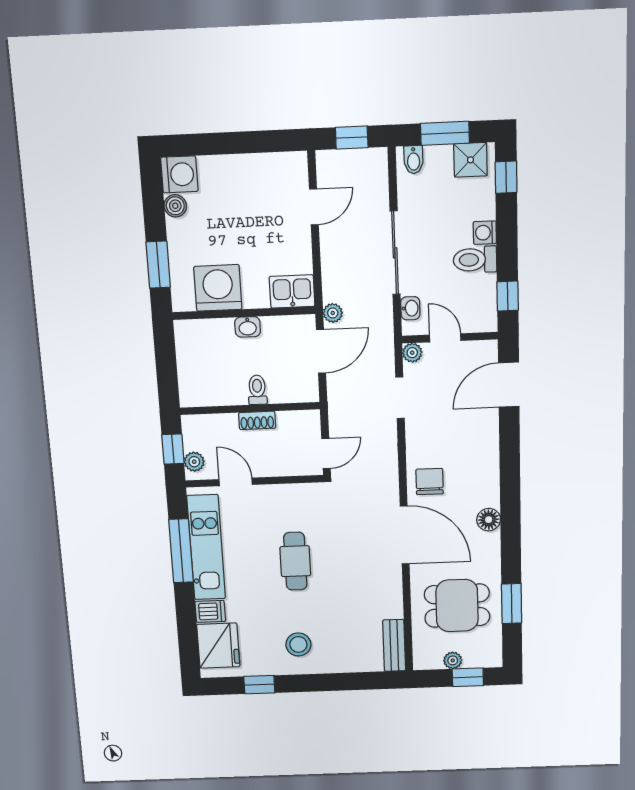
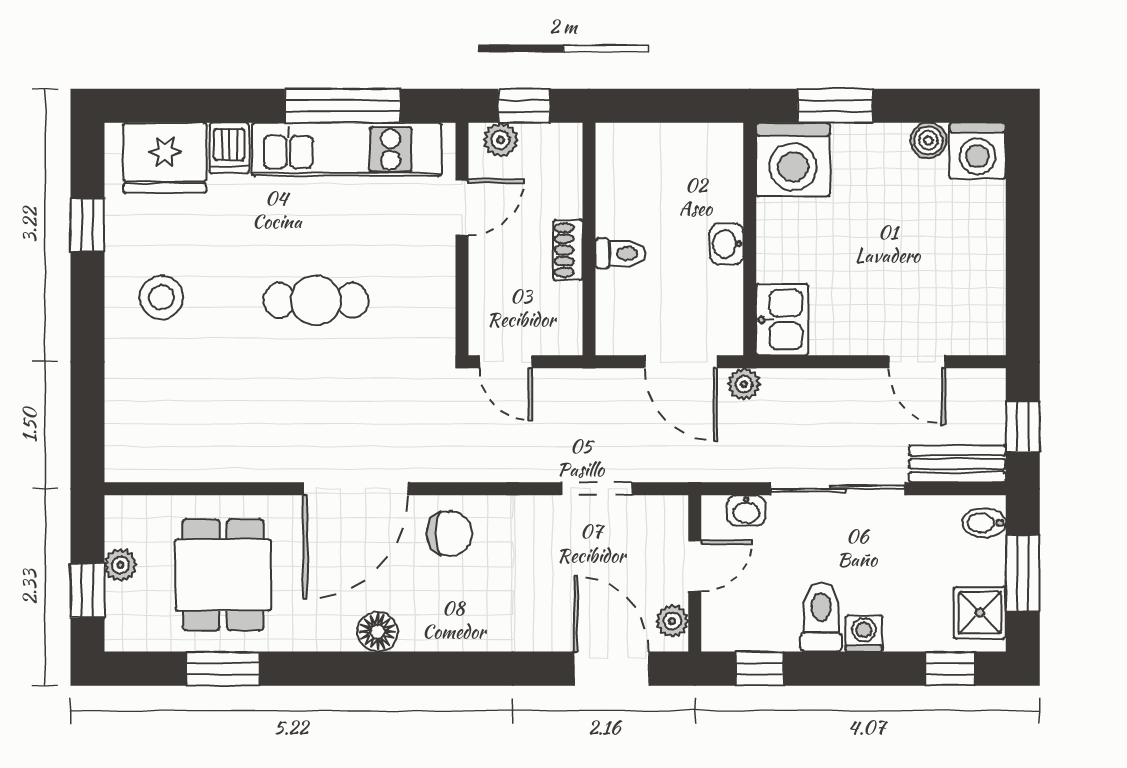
washing machine: (218, 288) -> (793, 160), moved, turned 90
plant: (412, 353) -> (672, 621), moved
bench: (394, 645) -> (957, 464), moved

